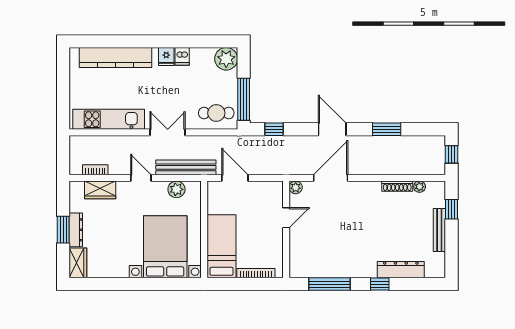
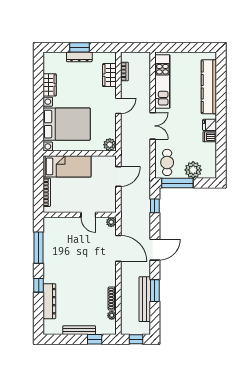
plant: (226, 59) -> (193, 170), moved
bench: (186, 167) -> (145, 299), moved
plant: (176, 189) -> (110, 145), moved
wardrobe: (78, 263) -> (50, 85), moved, turned -90

